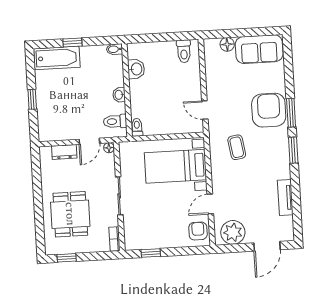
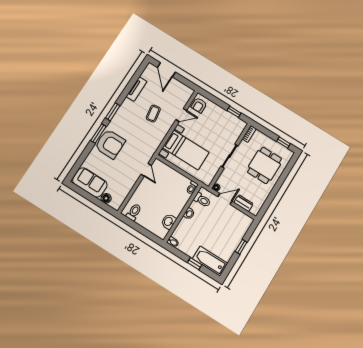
armchair: (269, 110) -> (110, 144), turned -90
coffee table: (237, 147) -> (153, 114), moved
plant: (233, 232) -> (180, 91), removed
door: (267, 246) -> (166, 70), swing flipped

